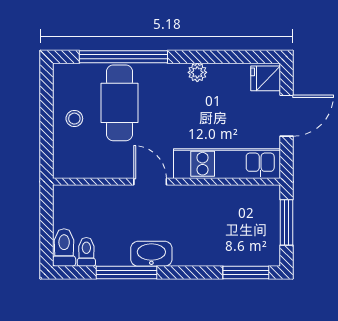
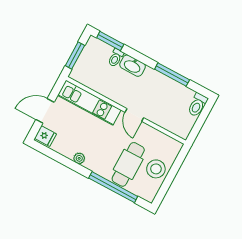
stool: (74, 119) -> (156, 169), width x1.89, depth x1.89
toilet: (86, 252) -> (116, 58), moved
washbasin: (151, 254) -> (133, 66), moved

